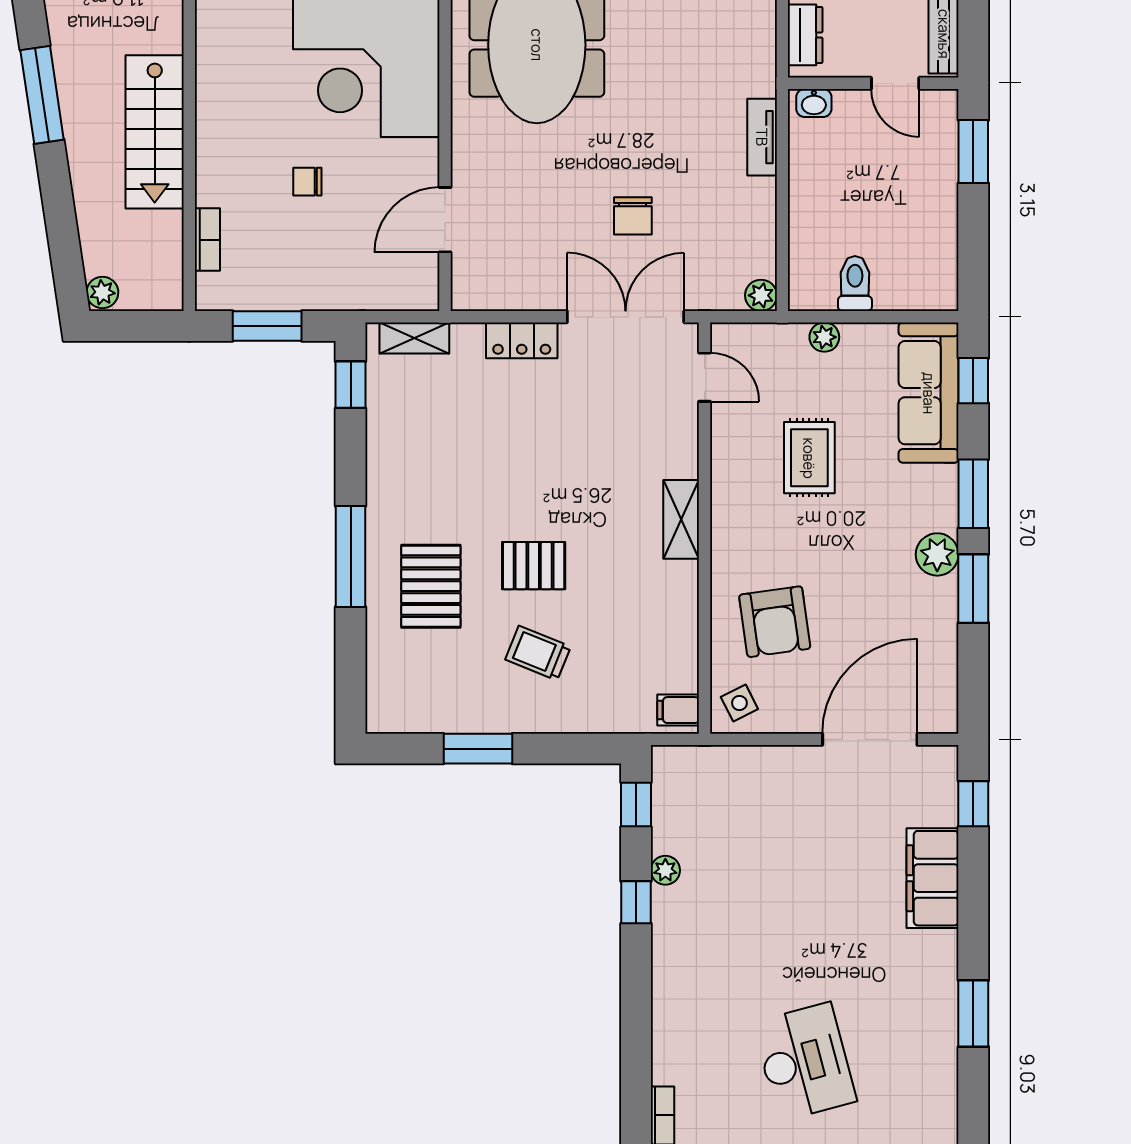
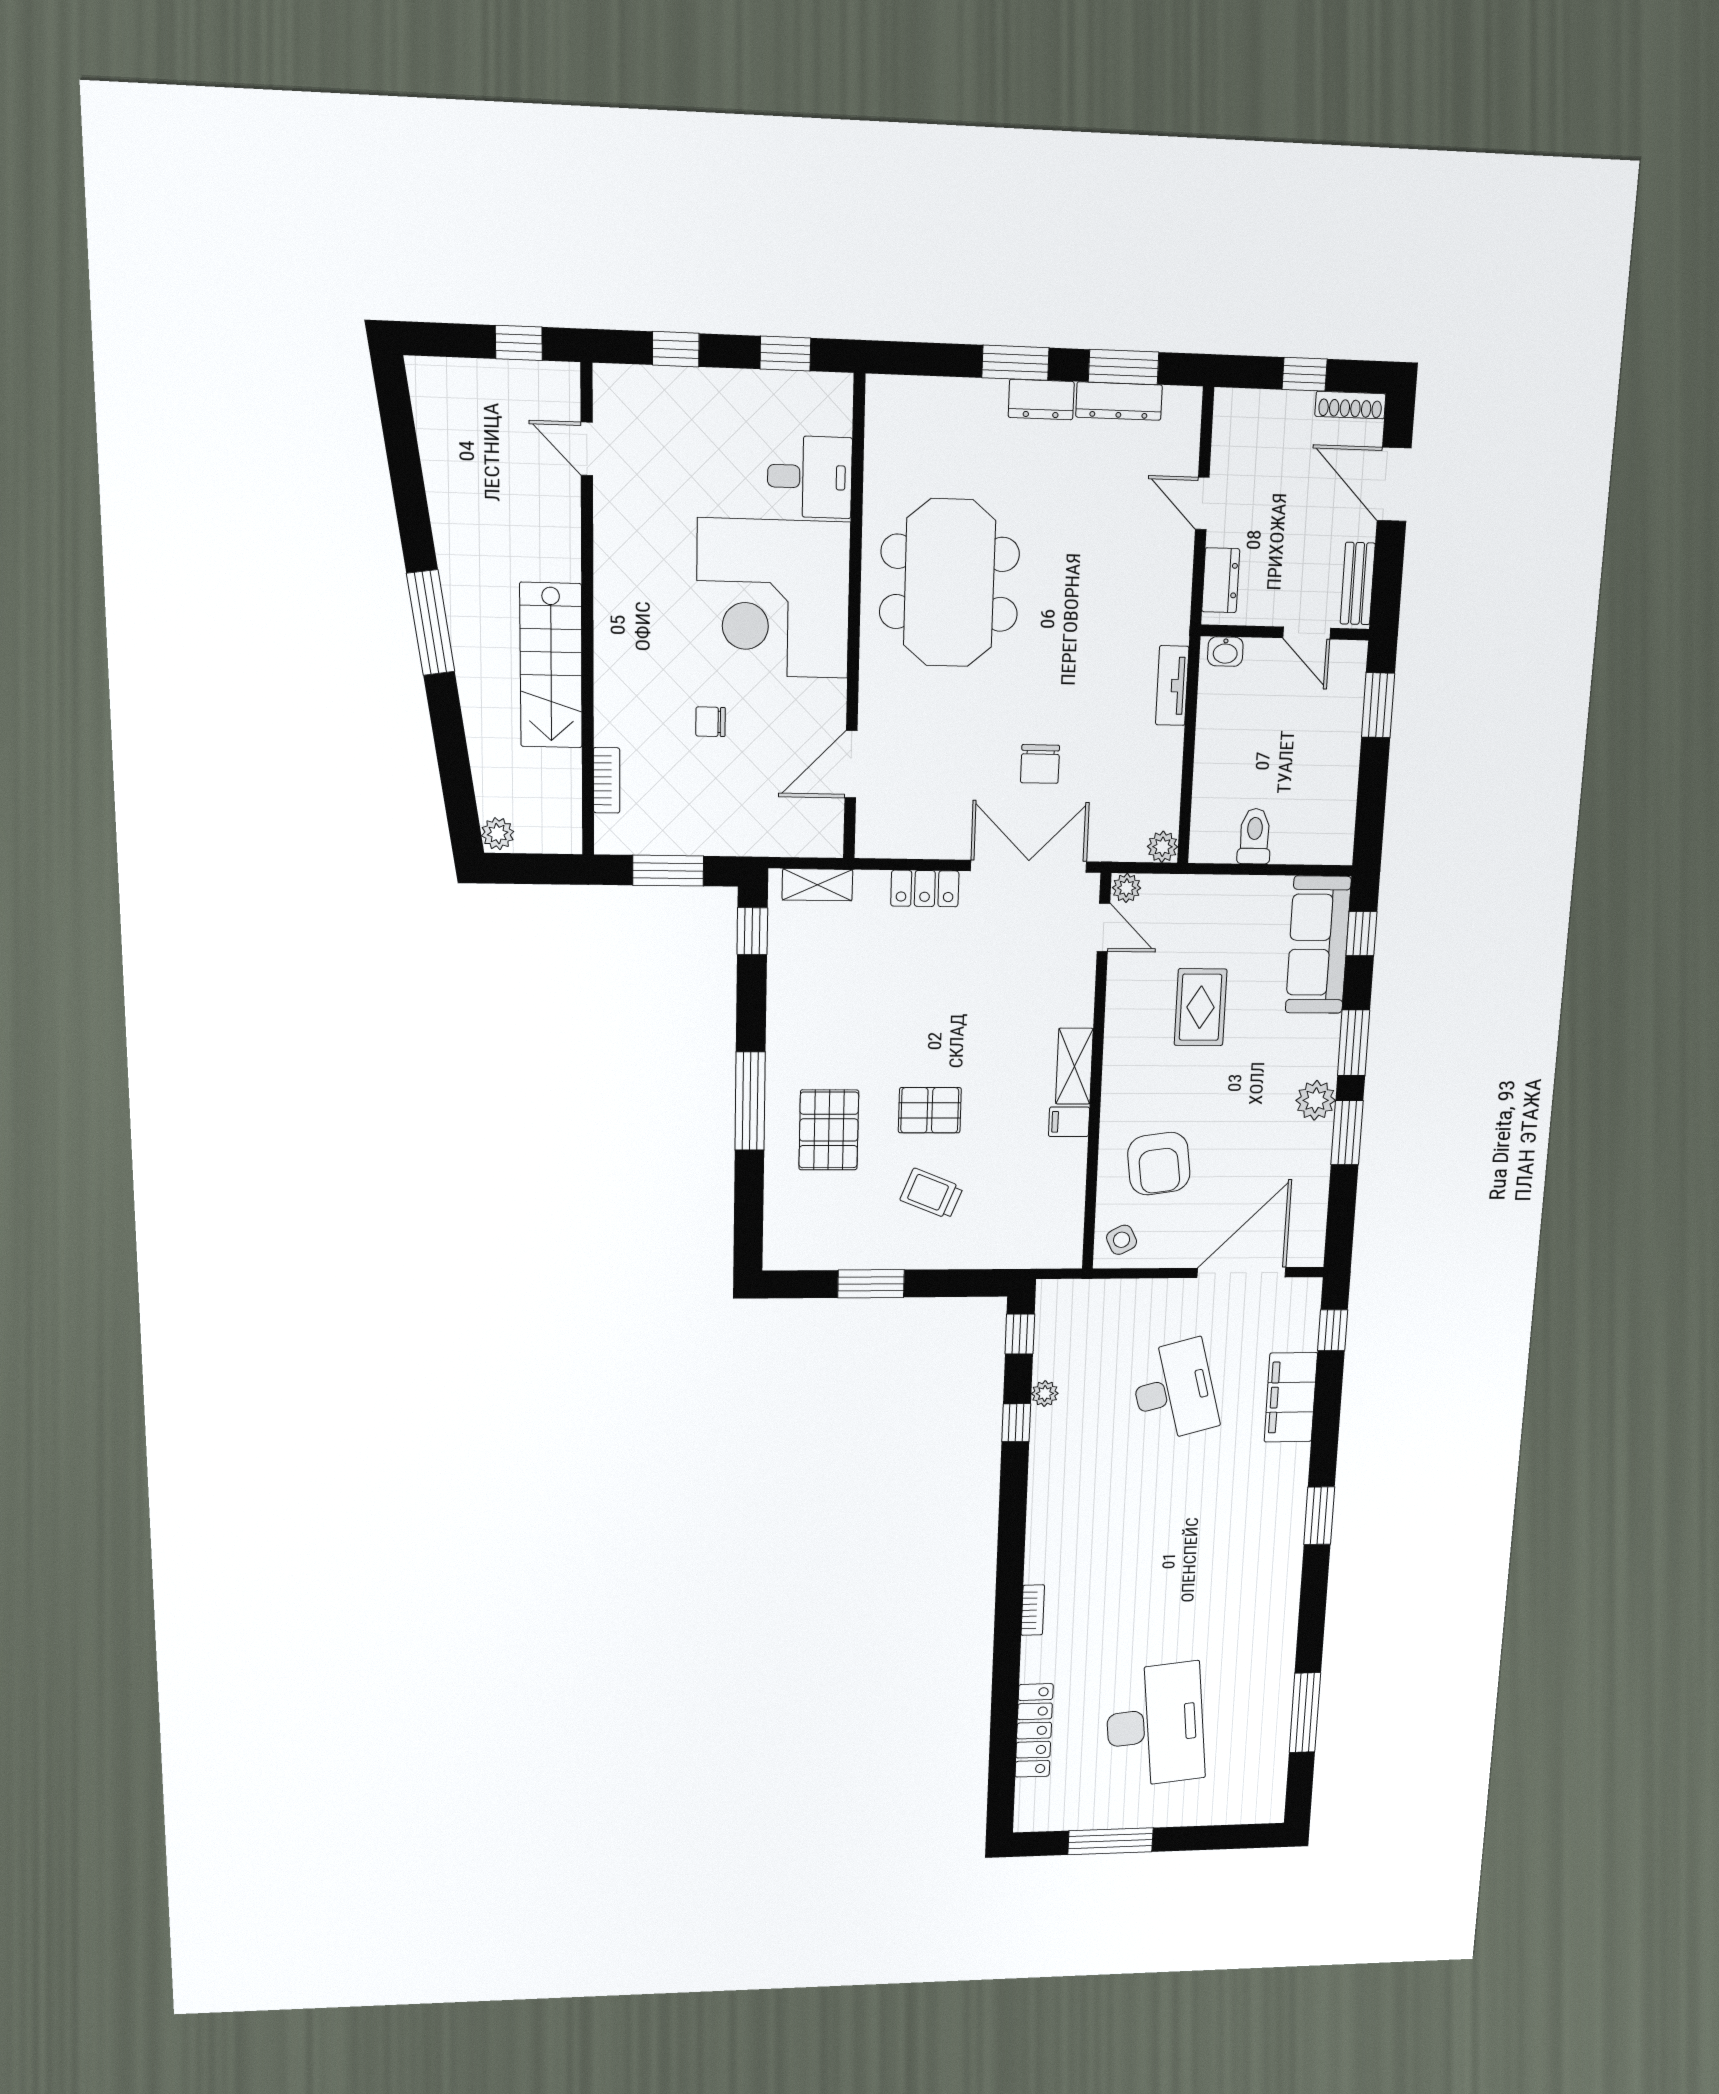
plant: (824, 337) -> (1127, 888), moved
filing cabinet: (678, 710) -> (1069, 1122), moved
desk: (805, 1062) -> (1174, 1391), moved

